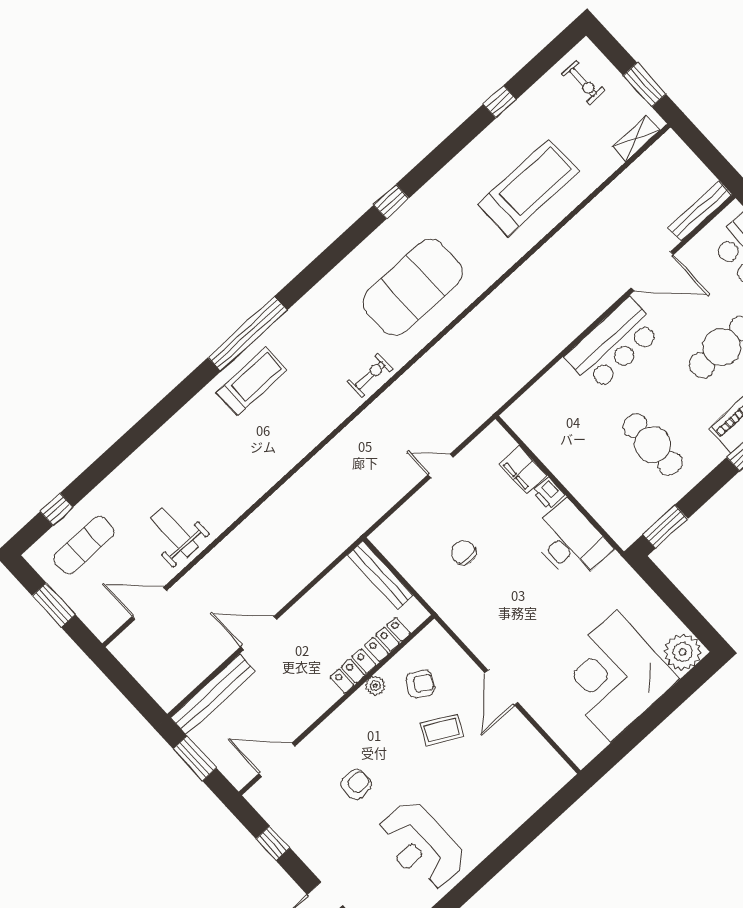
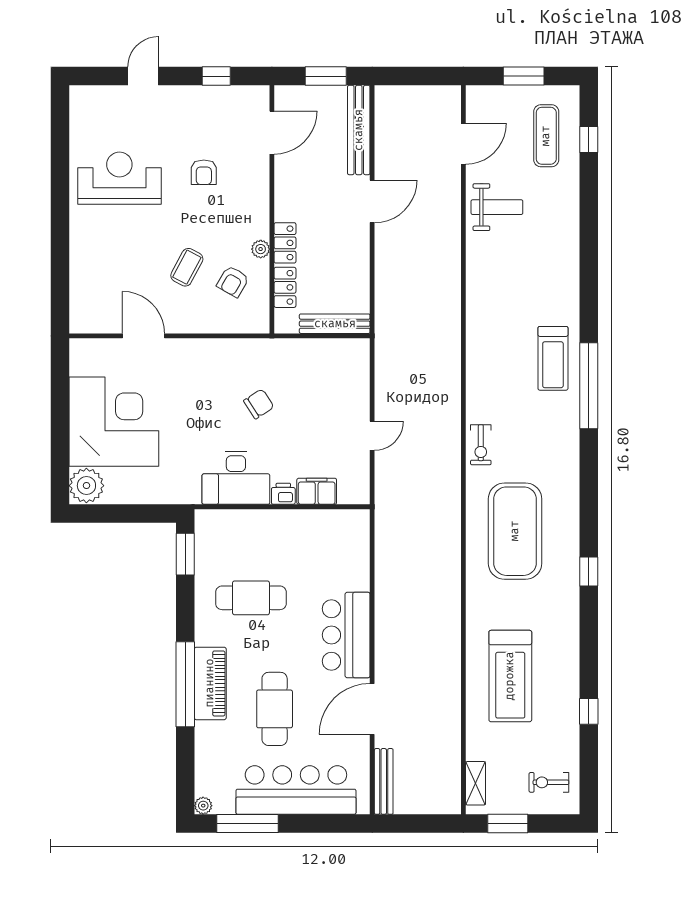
chair: (464, 553) -> (259, 404), moved, turned -33
door: (501, 688) -> (144, 336), moved

